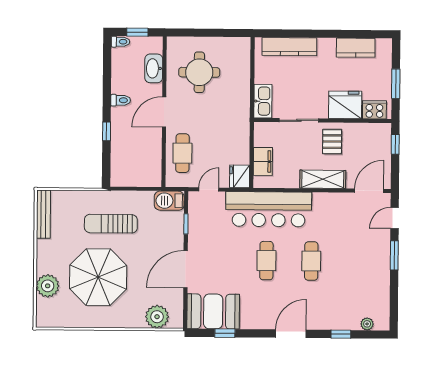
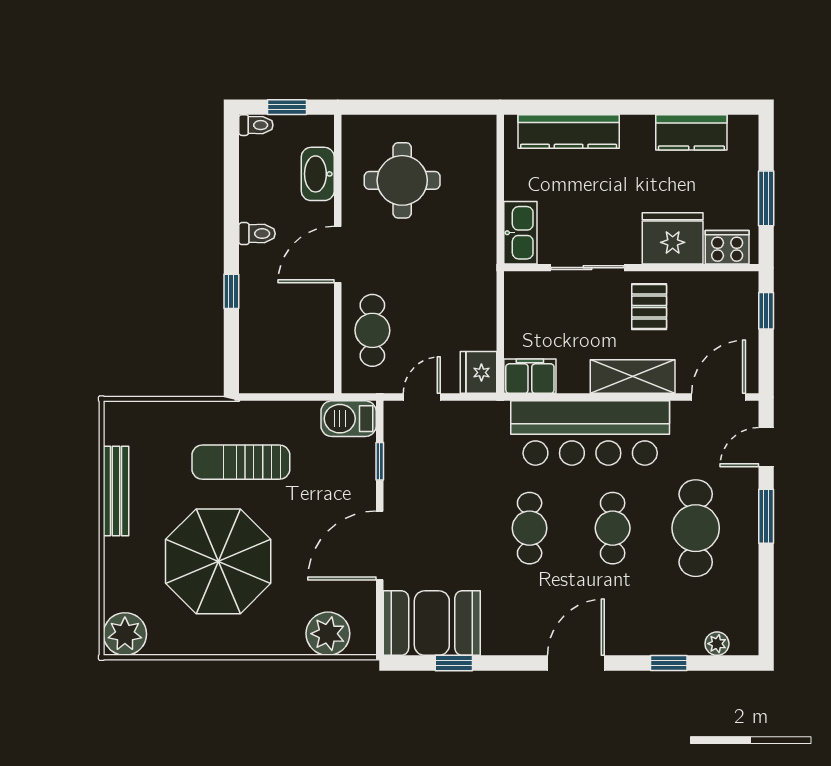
filing cabinet: (263, 161) -> (530, 376), moved, turned -90
bar counter: (269, 209) -> (590, 433), moved
bench: (43, 214) -> (116, 491), moved
cafe table: (356, 261) -> (696, 528), added
plant: (48, 286) -> (125, 634), moved

